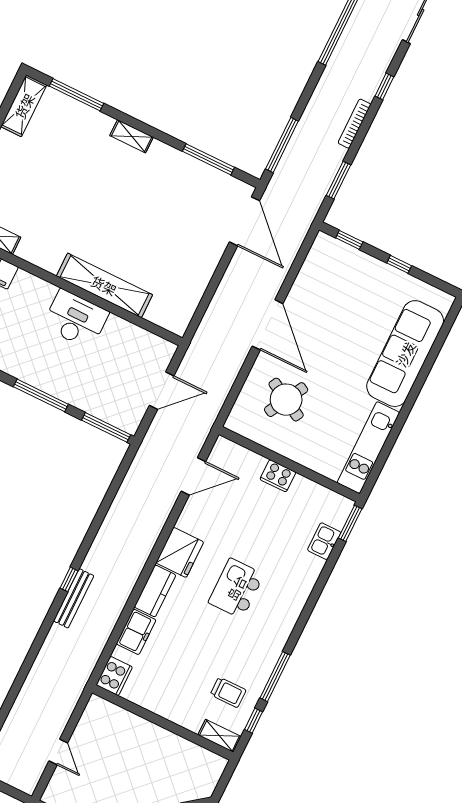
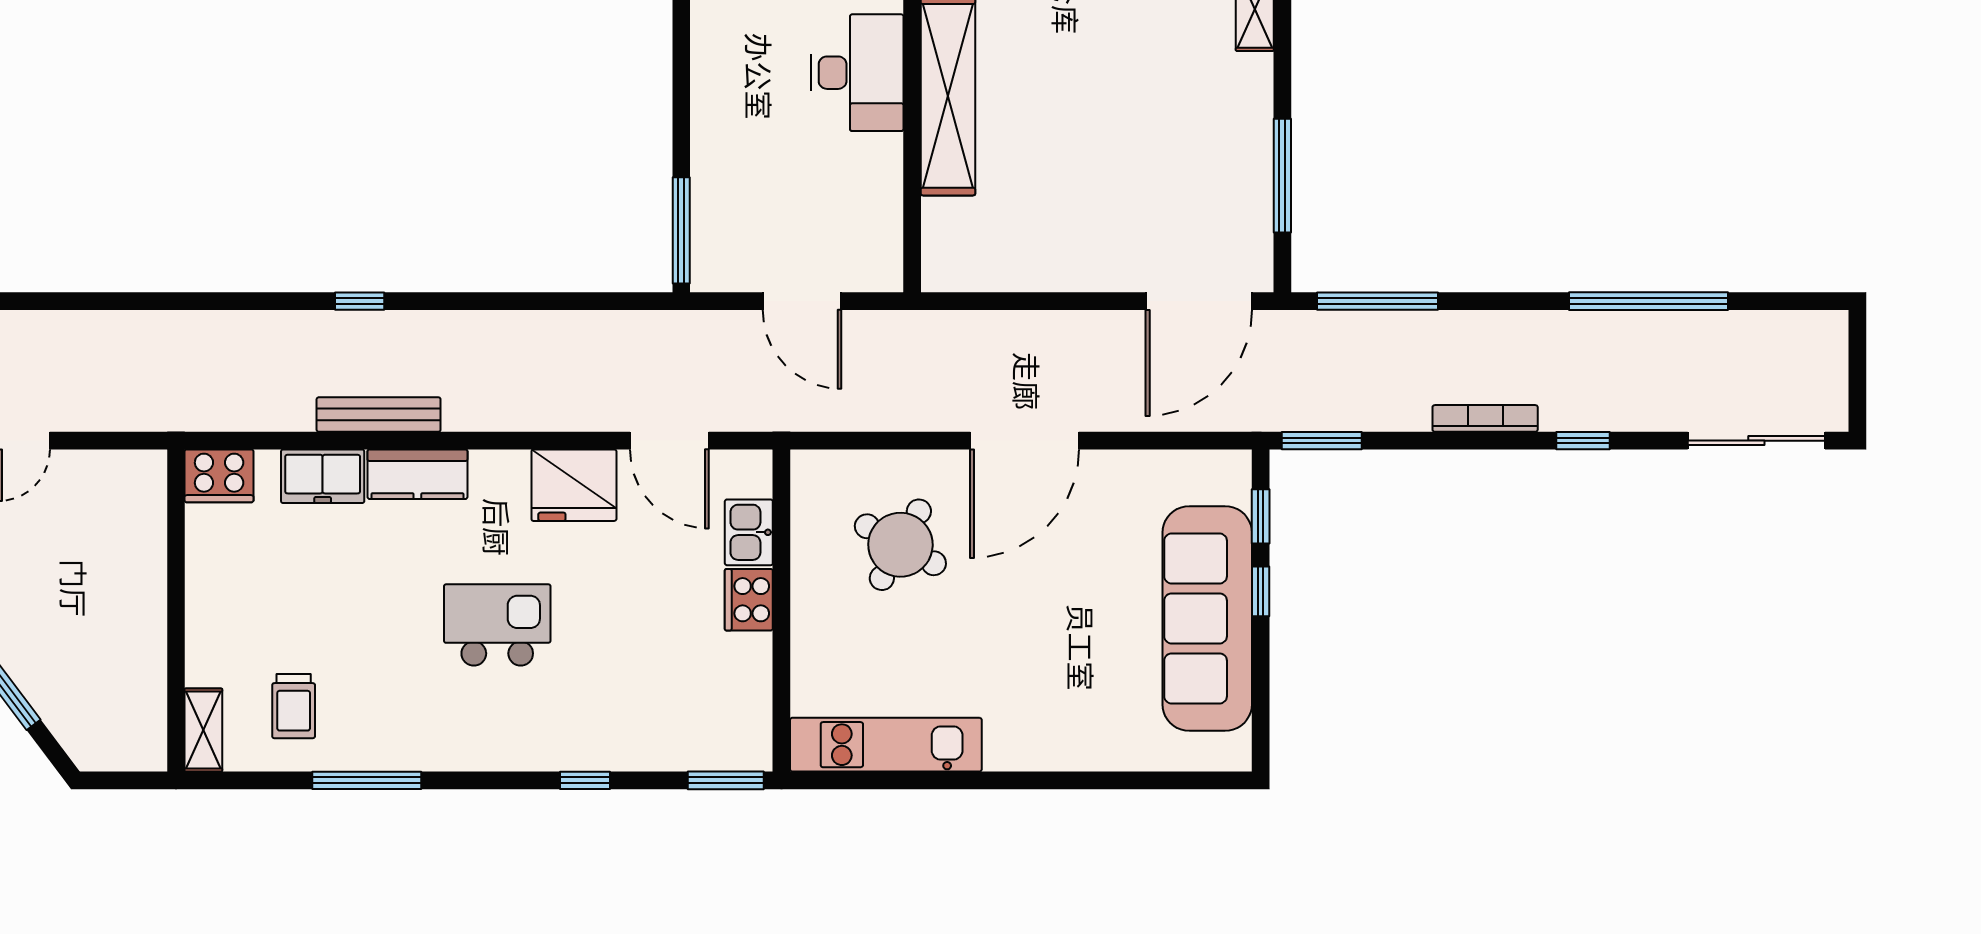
window: (339, 180) -> (1322, 441), moved
window: (399, 264) -> (1261, 591), moved
sofa: (405, 354) -> (1207, 618), moved, turned -90
window: (41, 395) -> (681, 78), removed
kitchen sink: (324, 541) -> (749, 532), moved, turned -90
fridge: (180, 552) -> (574, 485), moved
bench: (74, 598) -> (379, 415), moved
window: (254, 721) -> (585, 780), moved

